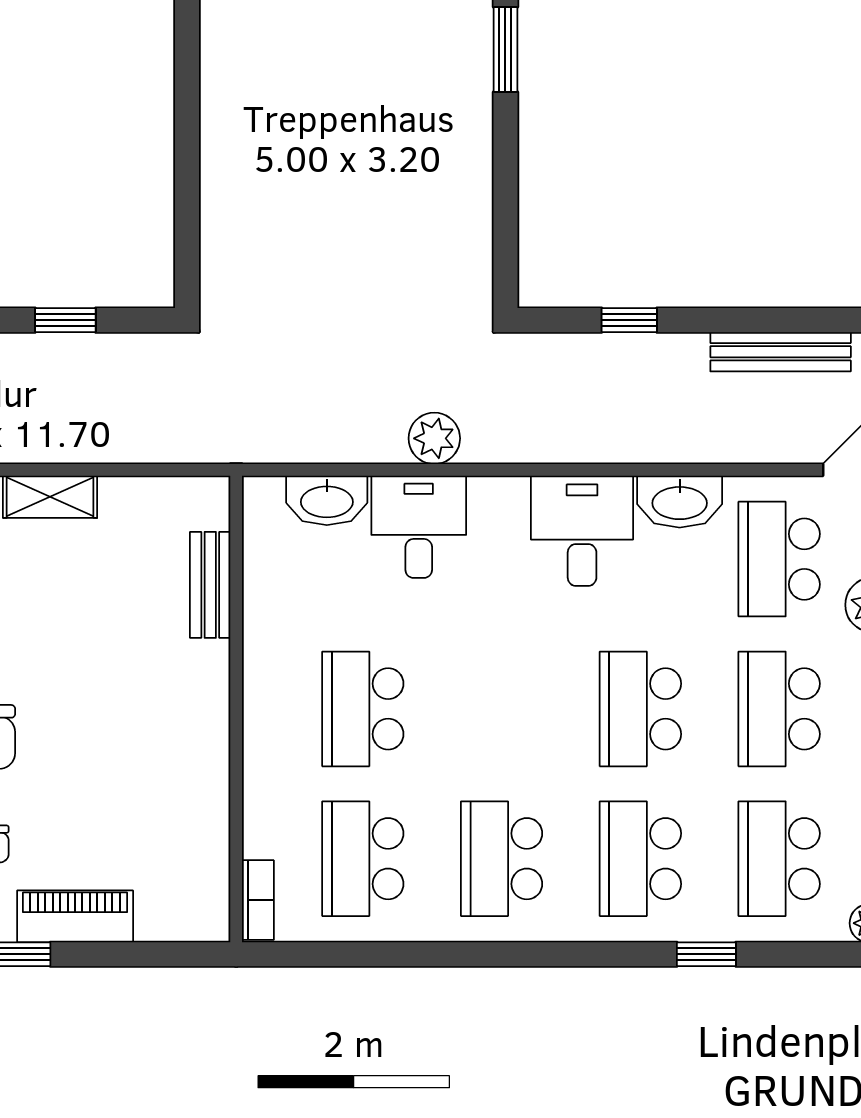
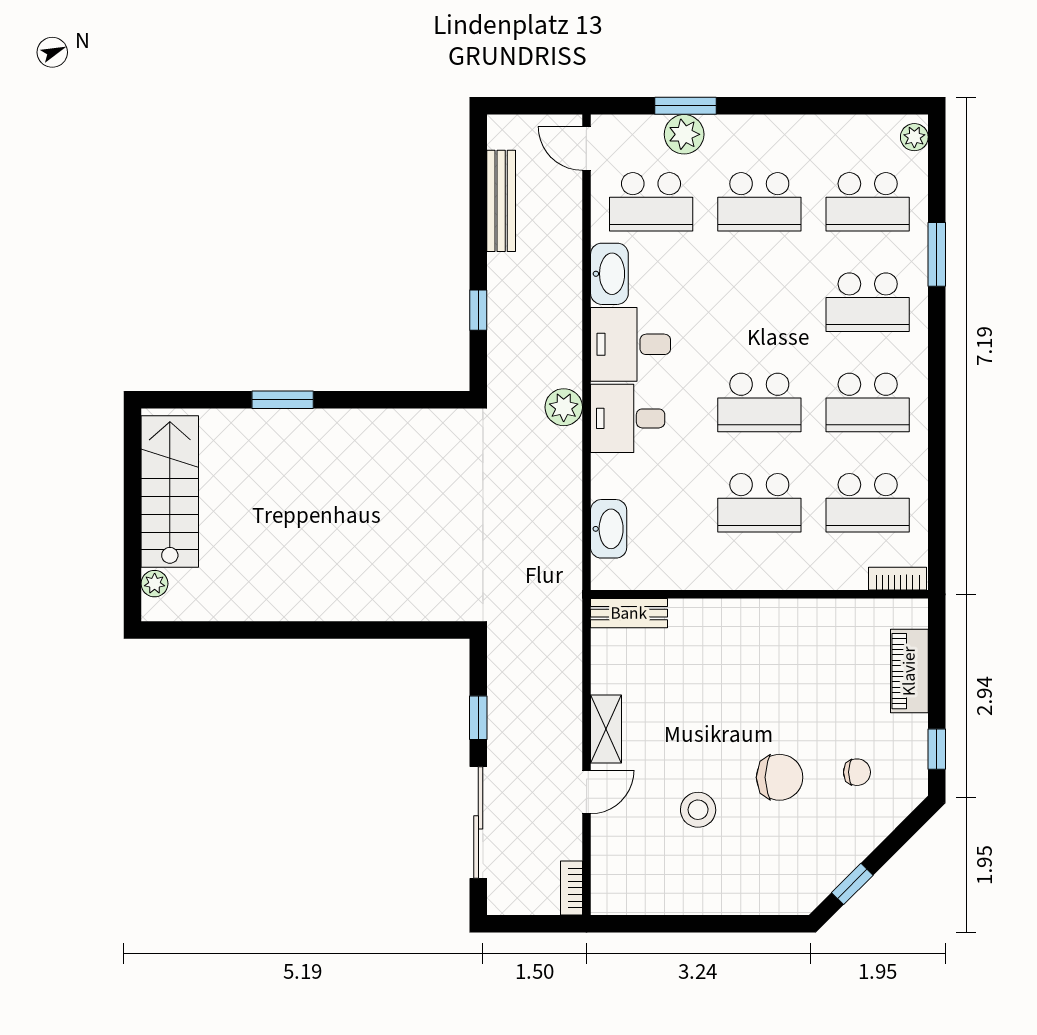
plant: (434, 438) -> (564, 407), moved
desk: (419, 527) -> (628, 418), moved
bench: (210, 585) -> (629, 613), moved
school desk: (640, 709) -> (759, 402), moved
piano: (75, 916) -> (909, 671), moved
window: (706, 954) -> (937, 254), width x1.50

